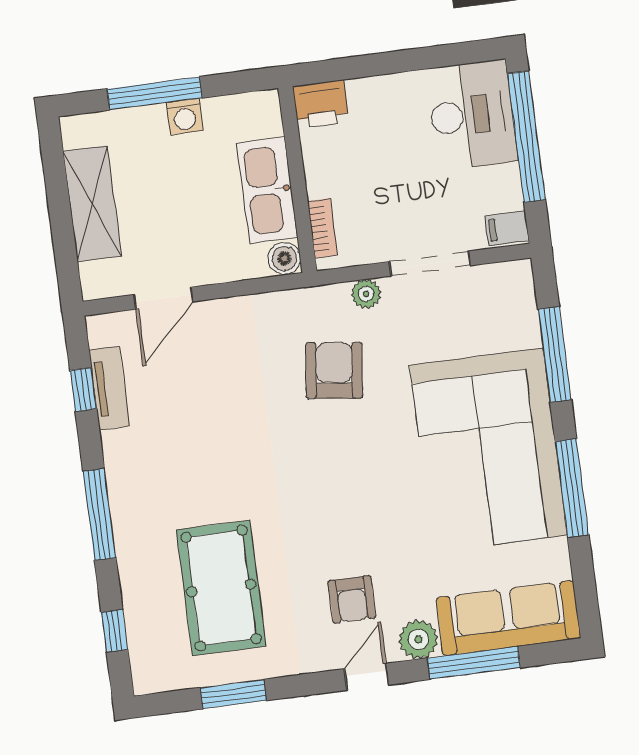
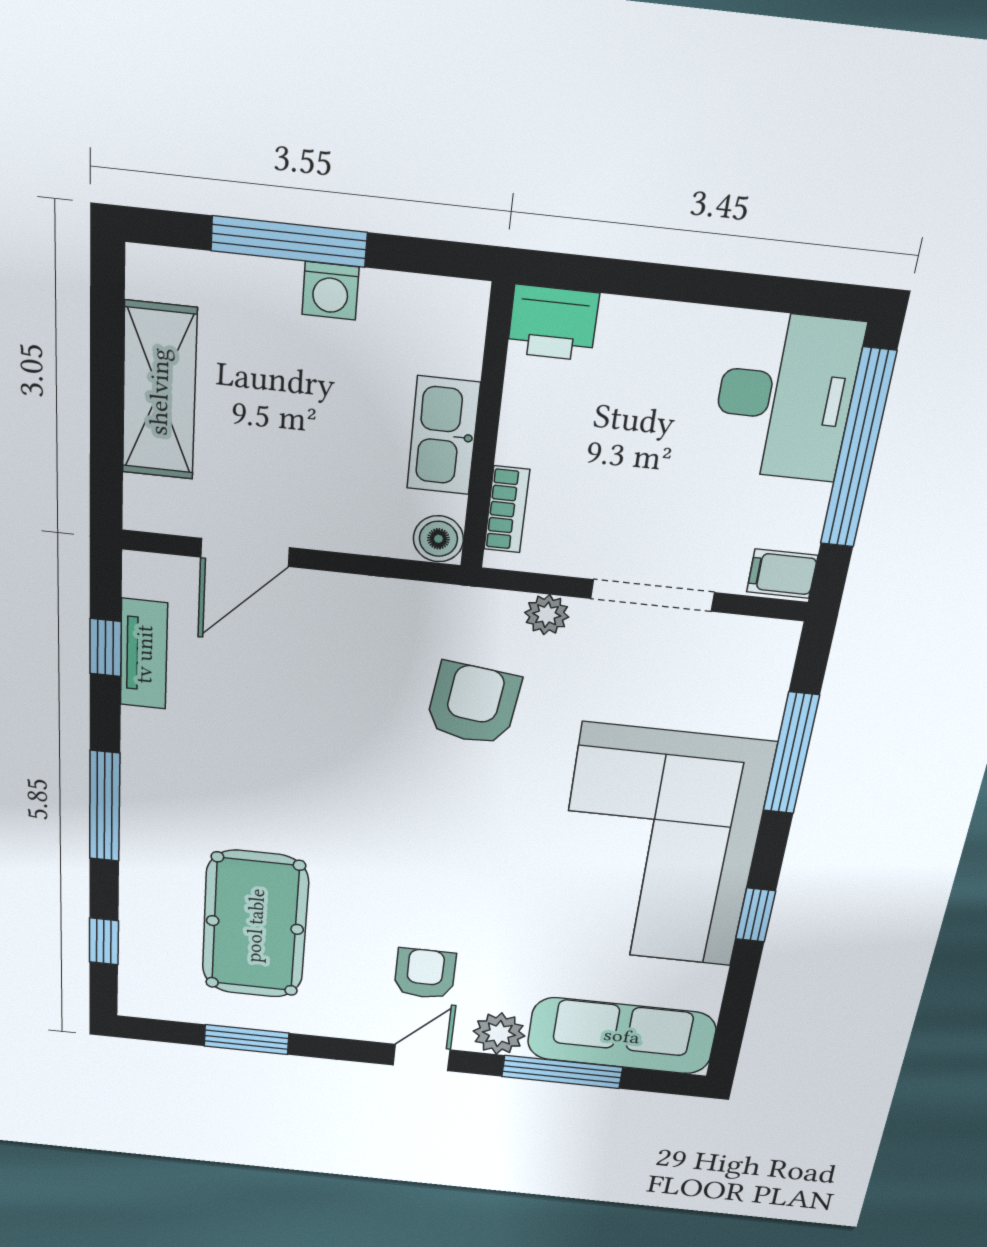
kitchen sink: (267, 190) -> (443, 436), width x0.73, depth x0.81
window: (572, 488) -> (756, 915), width x0.46
armchair: (352, 599) -> (425, 974), turned 180

